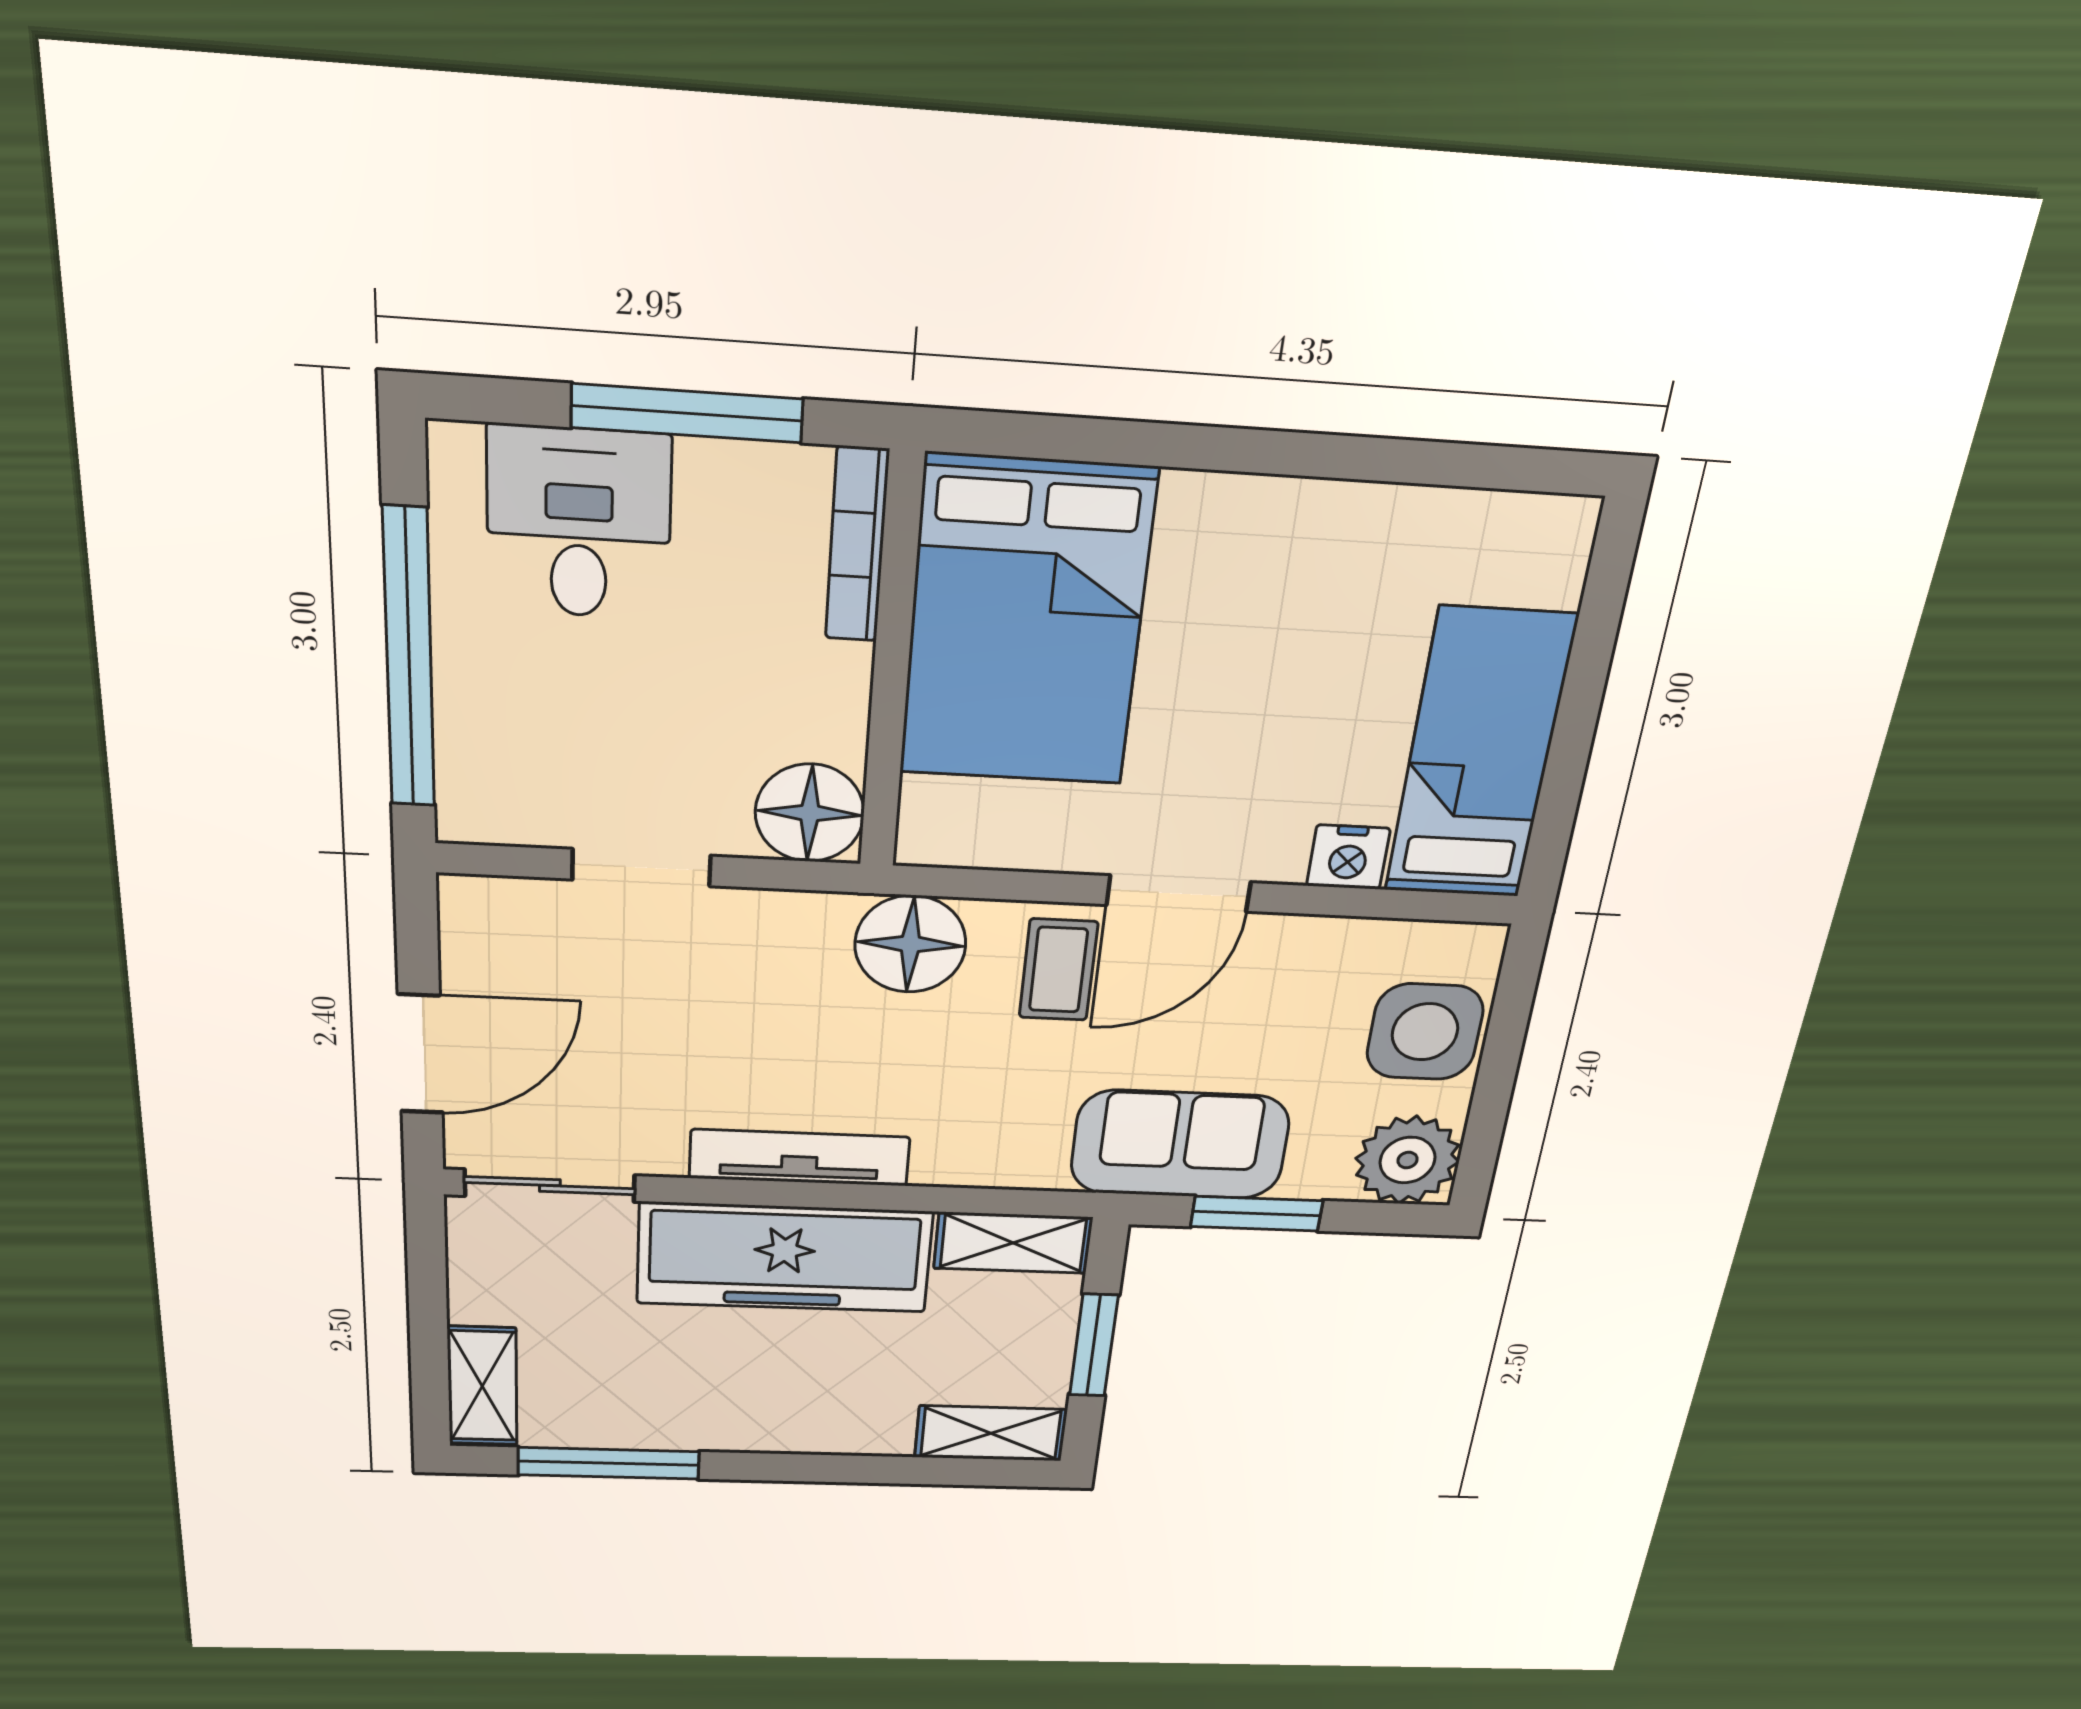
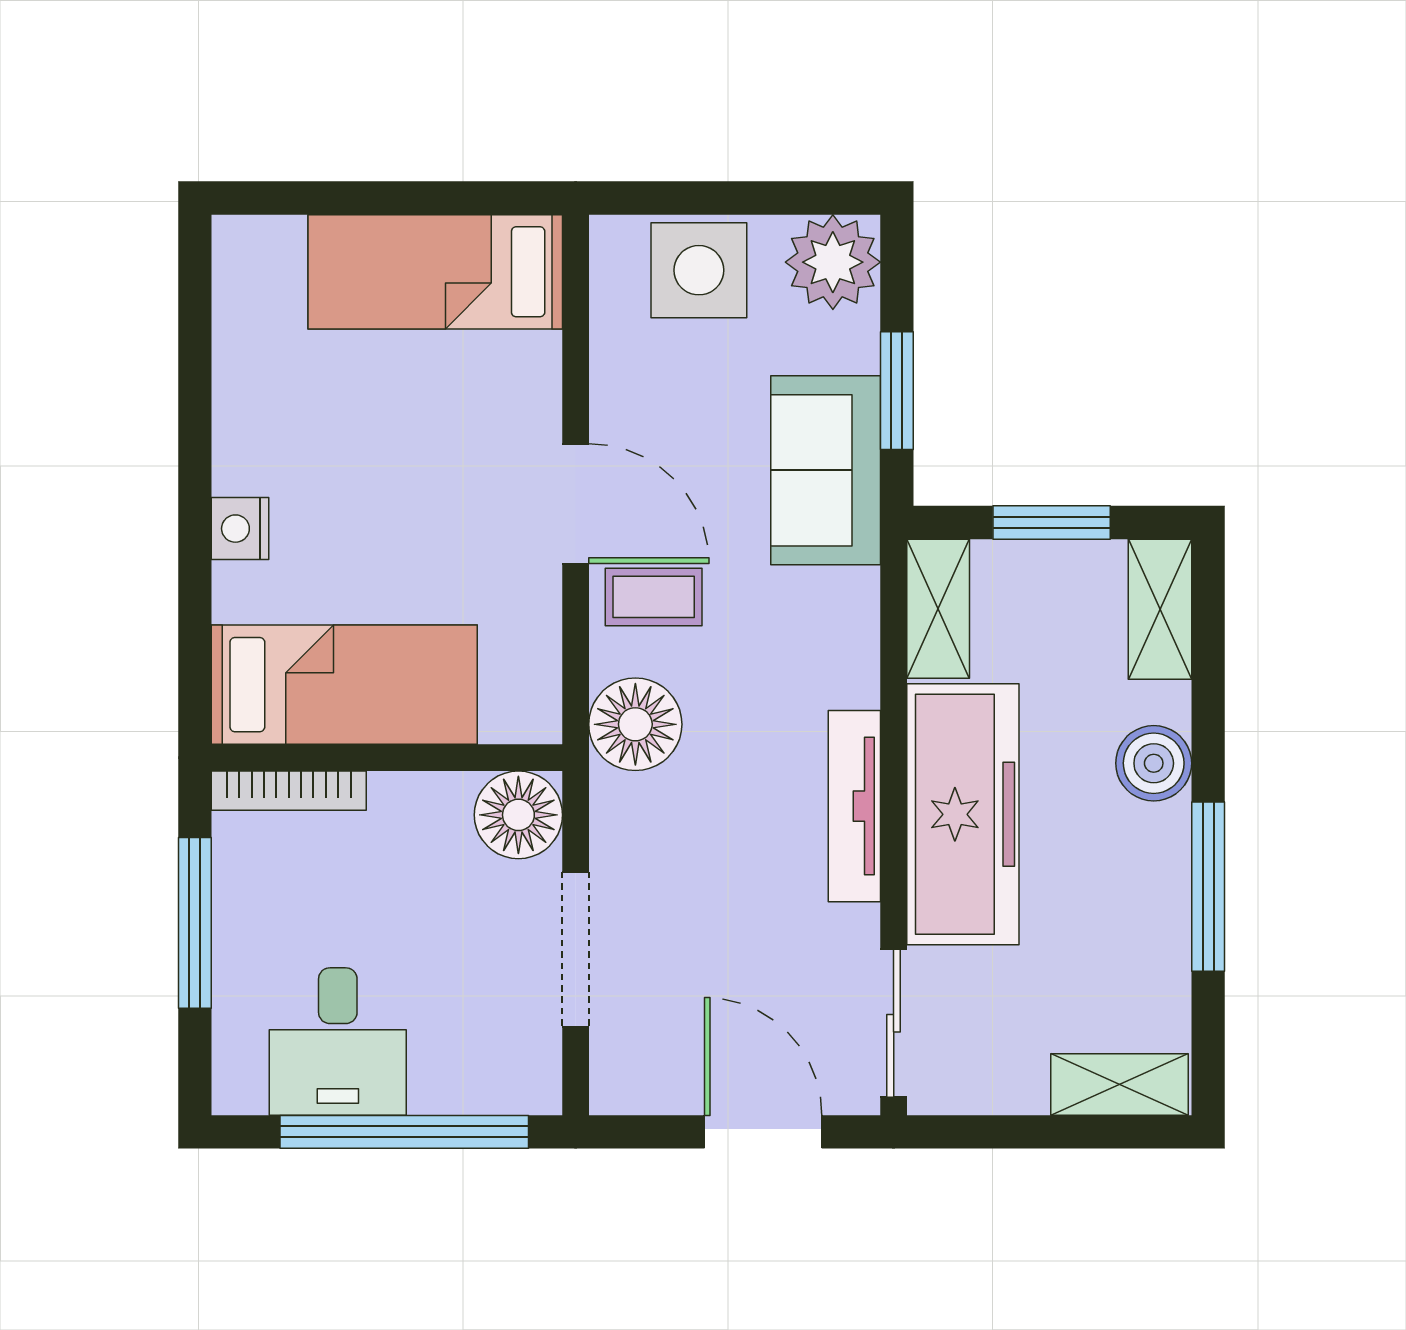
desk: (579, 523) -> (338, 1041), moved, turned -90
bed: (1026, 623) -> (344, 685), width x0.67
nightstand: (1348, 857) -> (240, 529), moved, turned 180
doorway: (641, 868) -> (576, 949), width x1.38
boiler: (829, 1424) -> (1154, 763), added
window: (609, 1463) -> (1208, 887), moved

